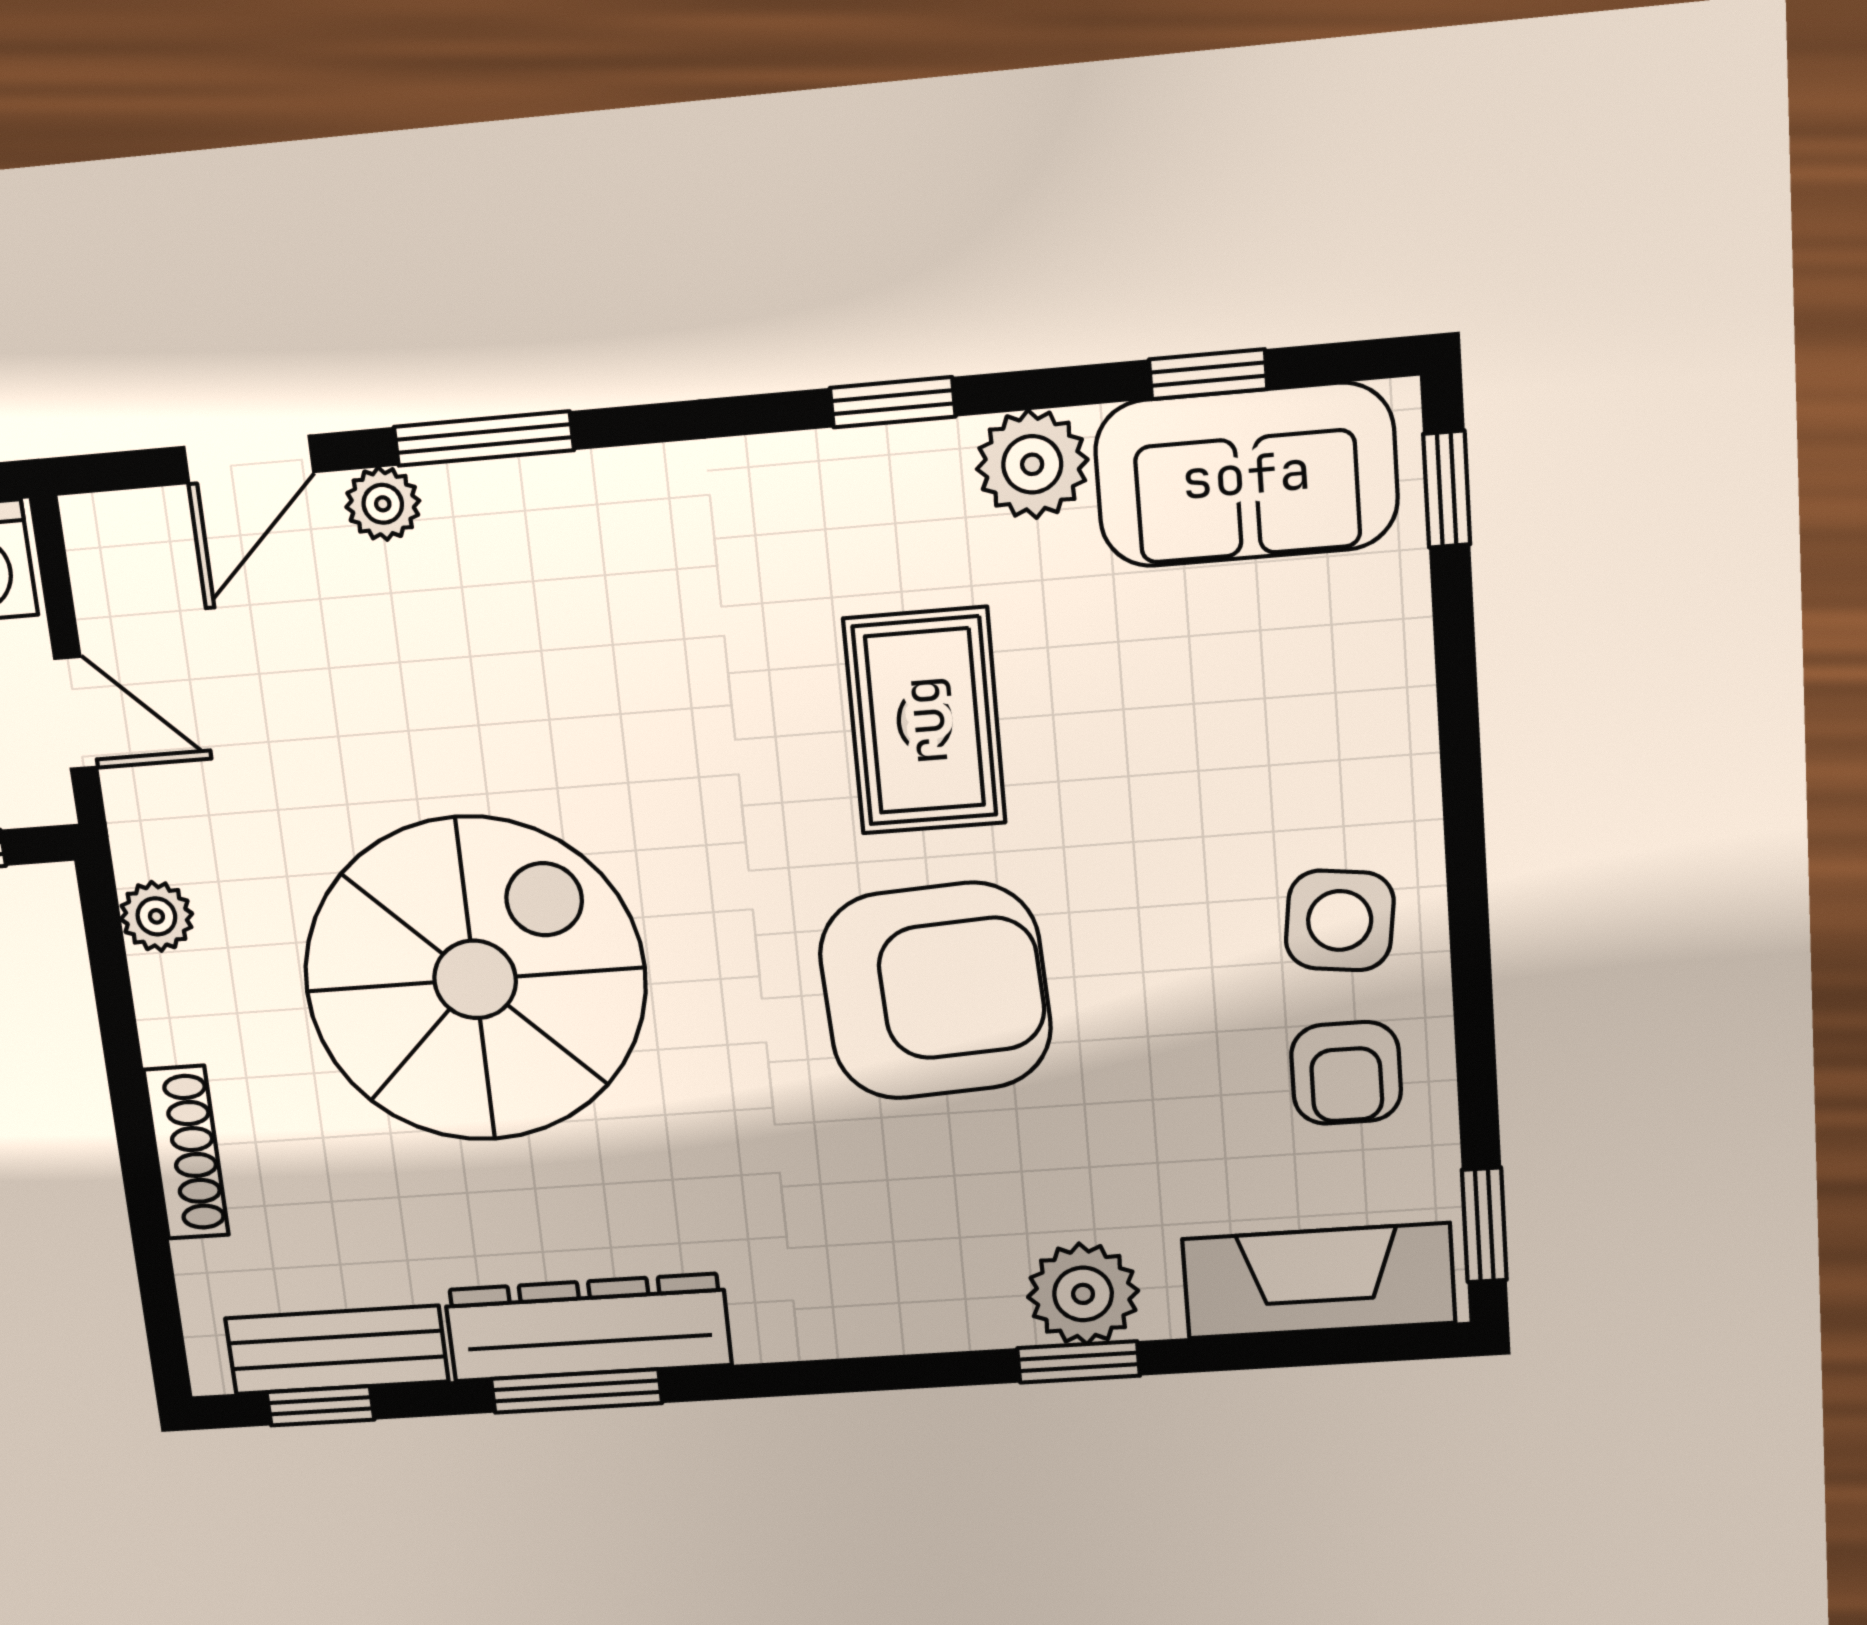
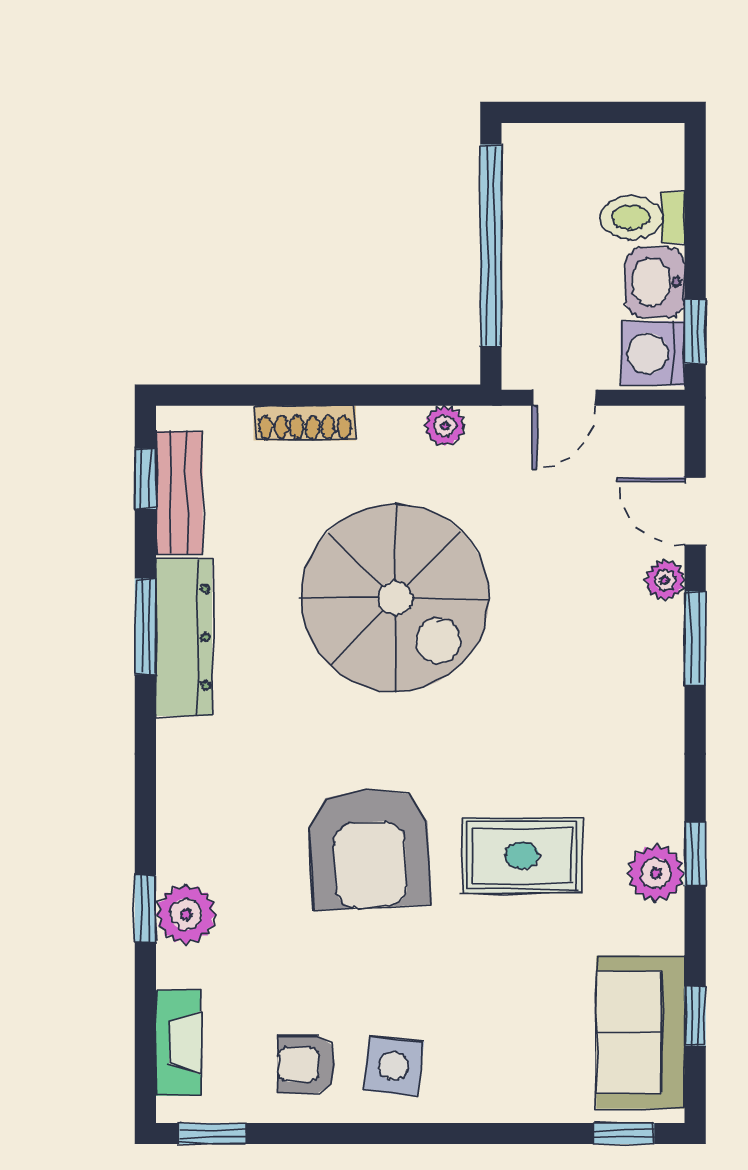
plant: (1032, 464) -> (656, 873), moved
fireplace: (1319, 1281) -> (178, 1043), width x0.73, depth x0.76

